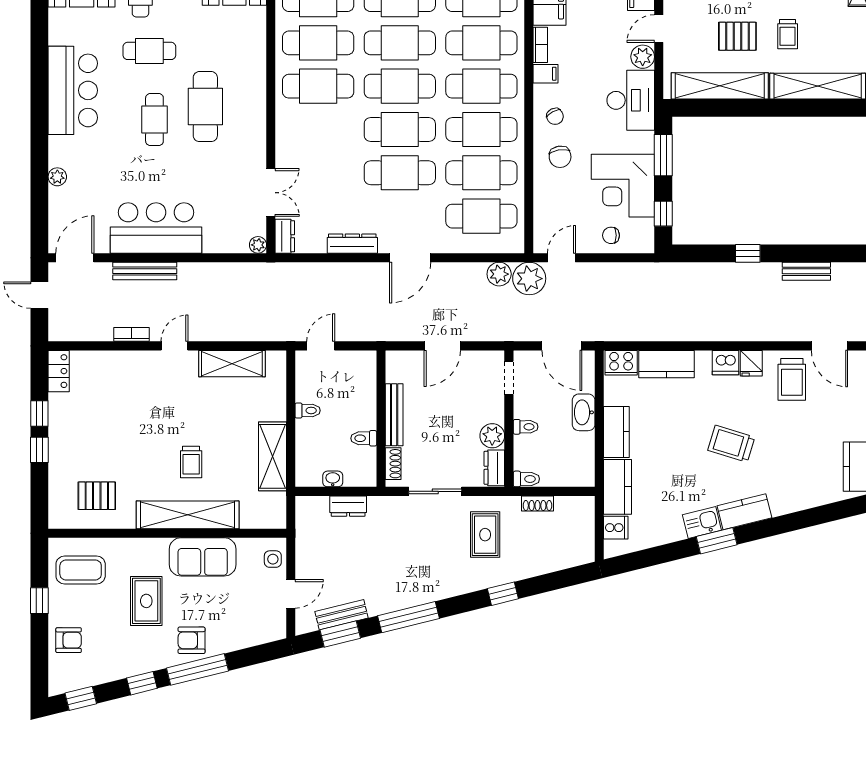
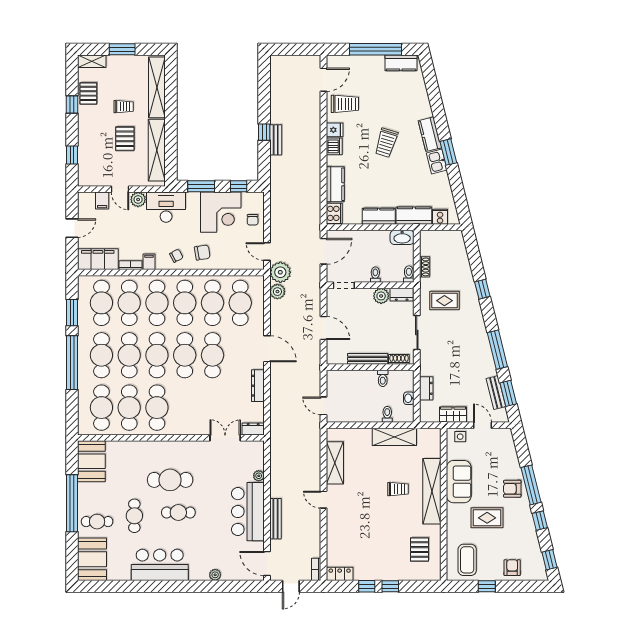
plant: (258, 245) -> (259, 476), moved
bench: (806, 271) -> (276, 140), moved
bookcase: (132, 334) -> (316, 569), moved
toilet: (308, 410) -> (387, 414), moved
washbasin: (584, 412) -> (402, 237), moved
wardrobe: (307, 548) -> (453, 415), added
armchair: (192, 640) -> (512, 489), turned 90

